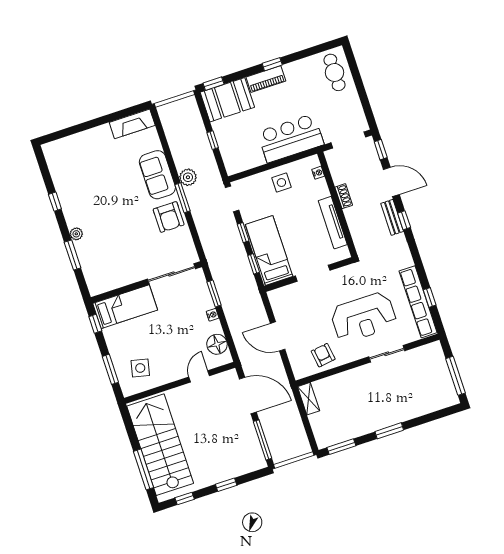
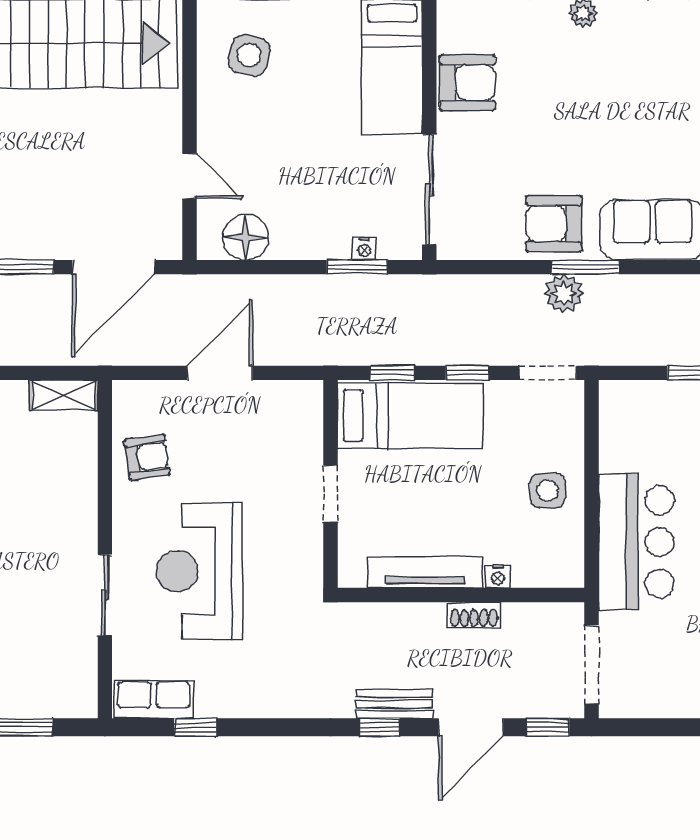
nightstand: (318, 173) -> (498, 577), moved
plant: (188, 177) -> (564, 293), moved
armchair: (121, 273) -> (467, 83), added
doorway: (313, 273) -> (331, 493), width x0.73
row of seats: (418, 302) -> (154, 699), width x0.50
nightstand: (213, 315) -> (364, 249), moved

